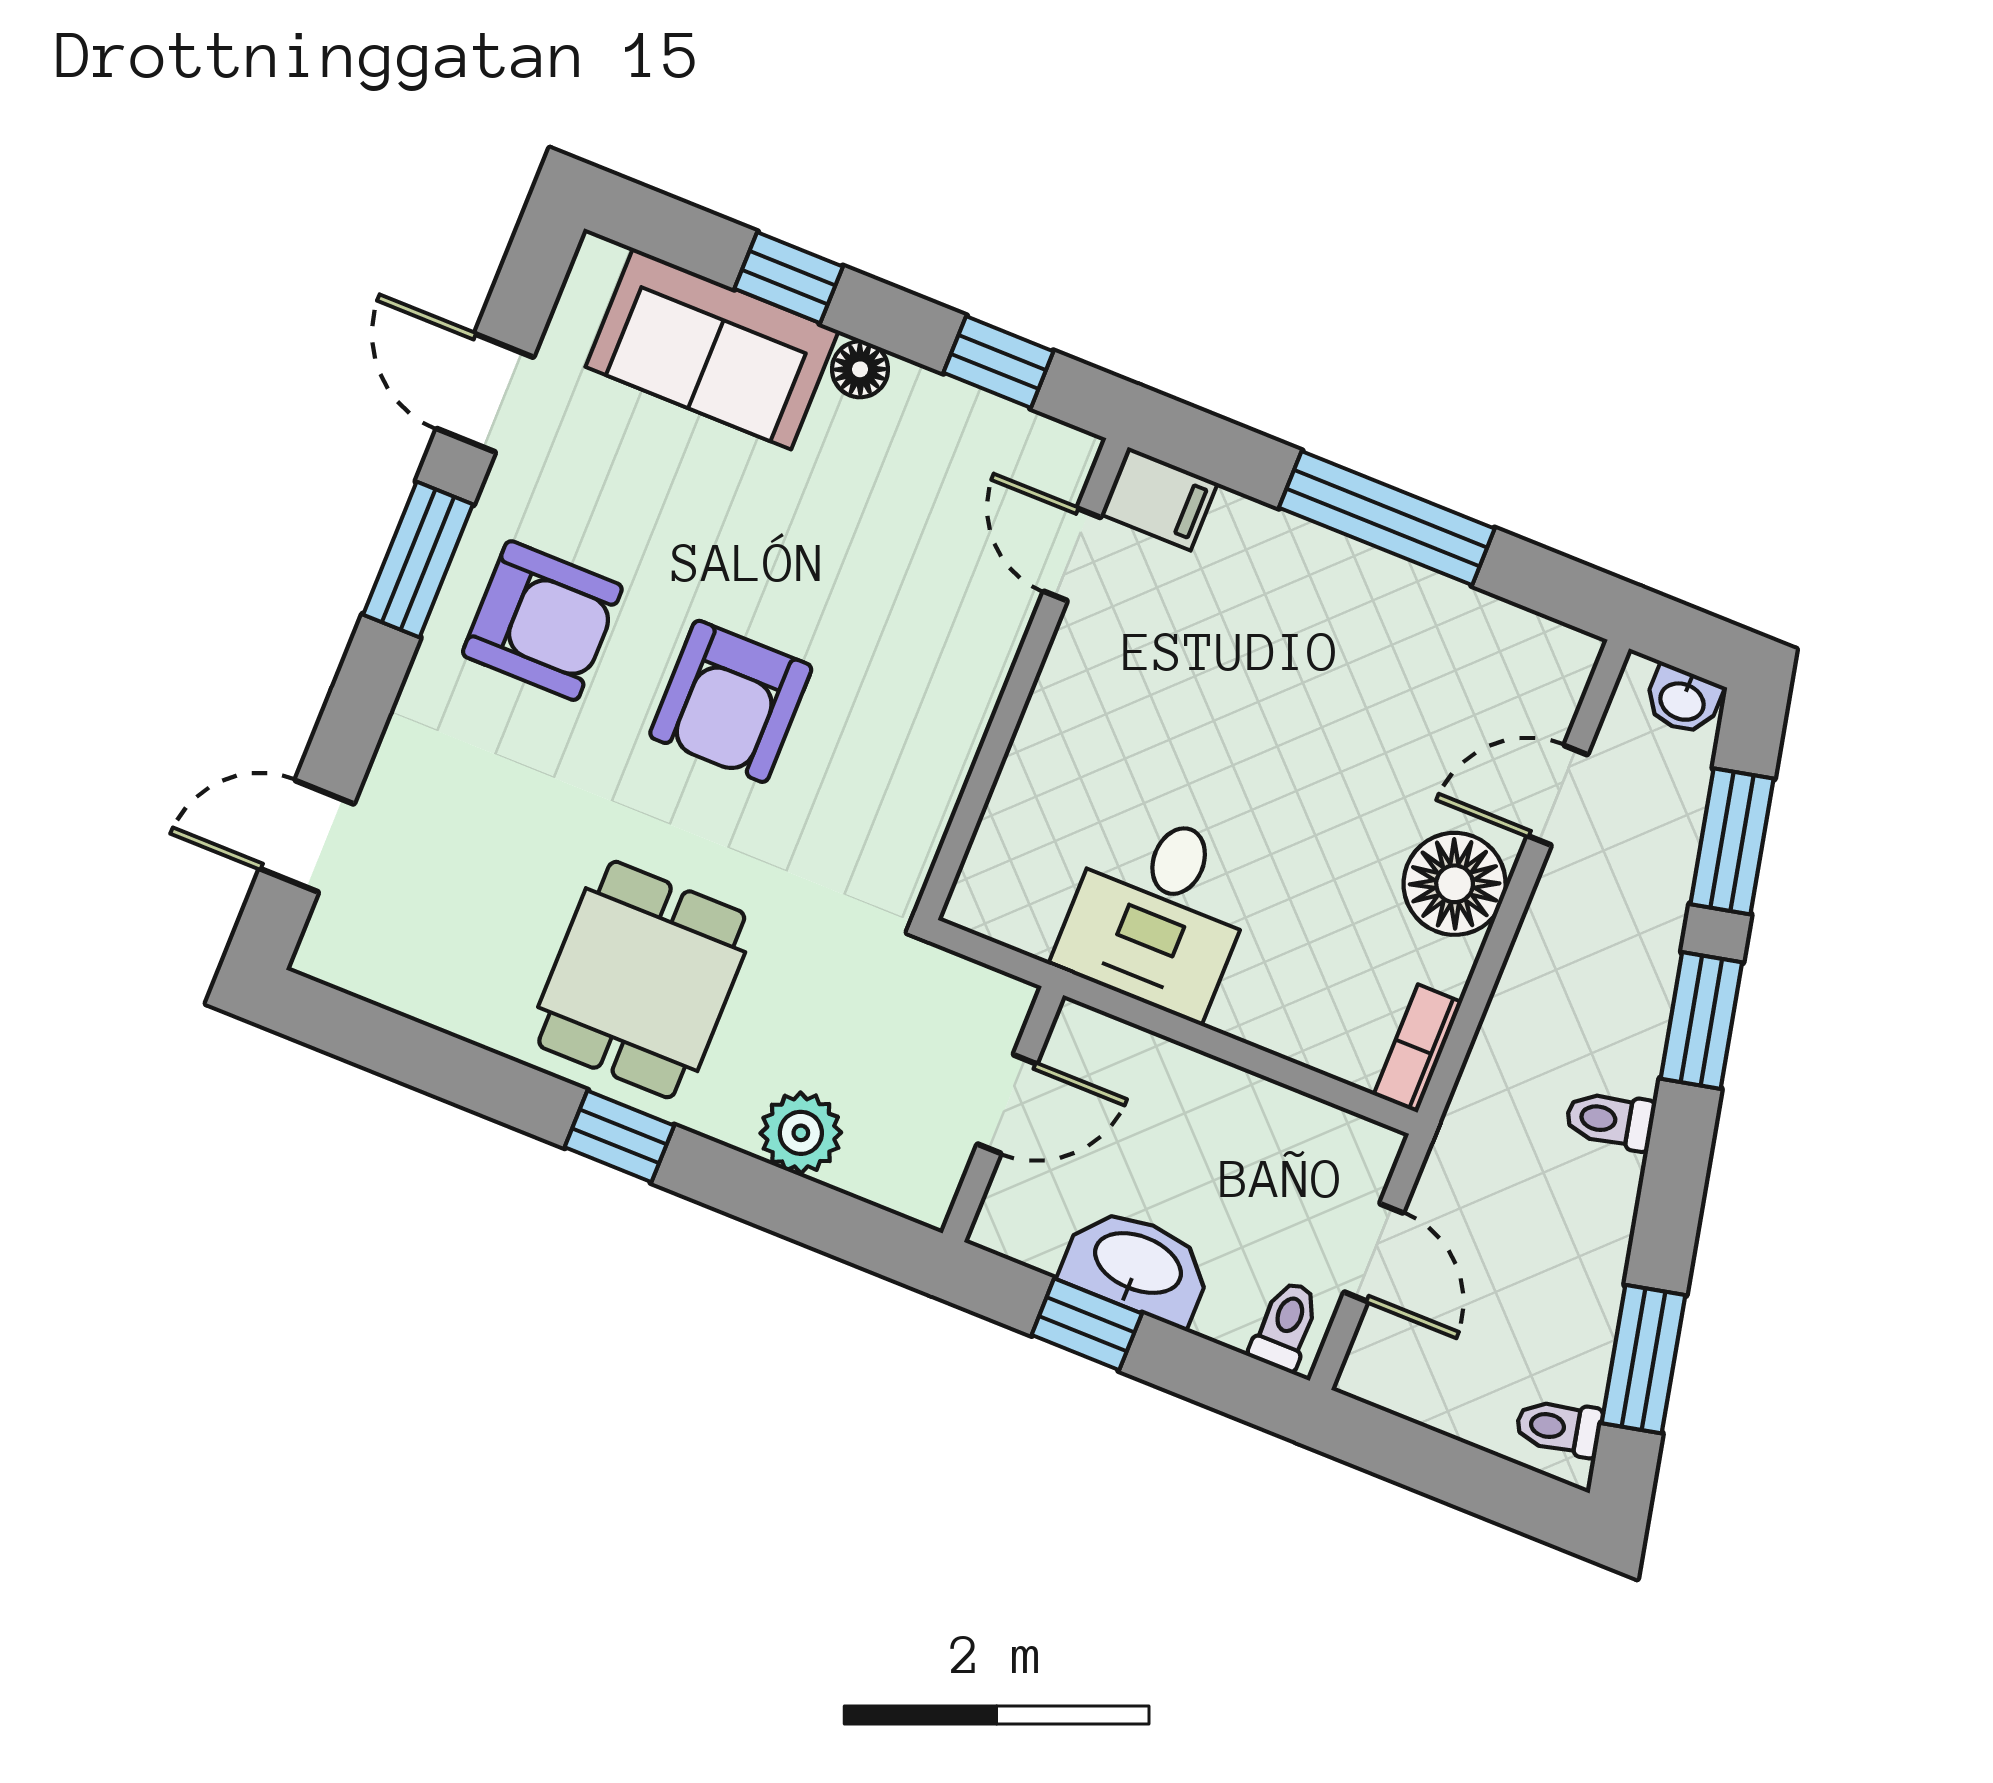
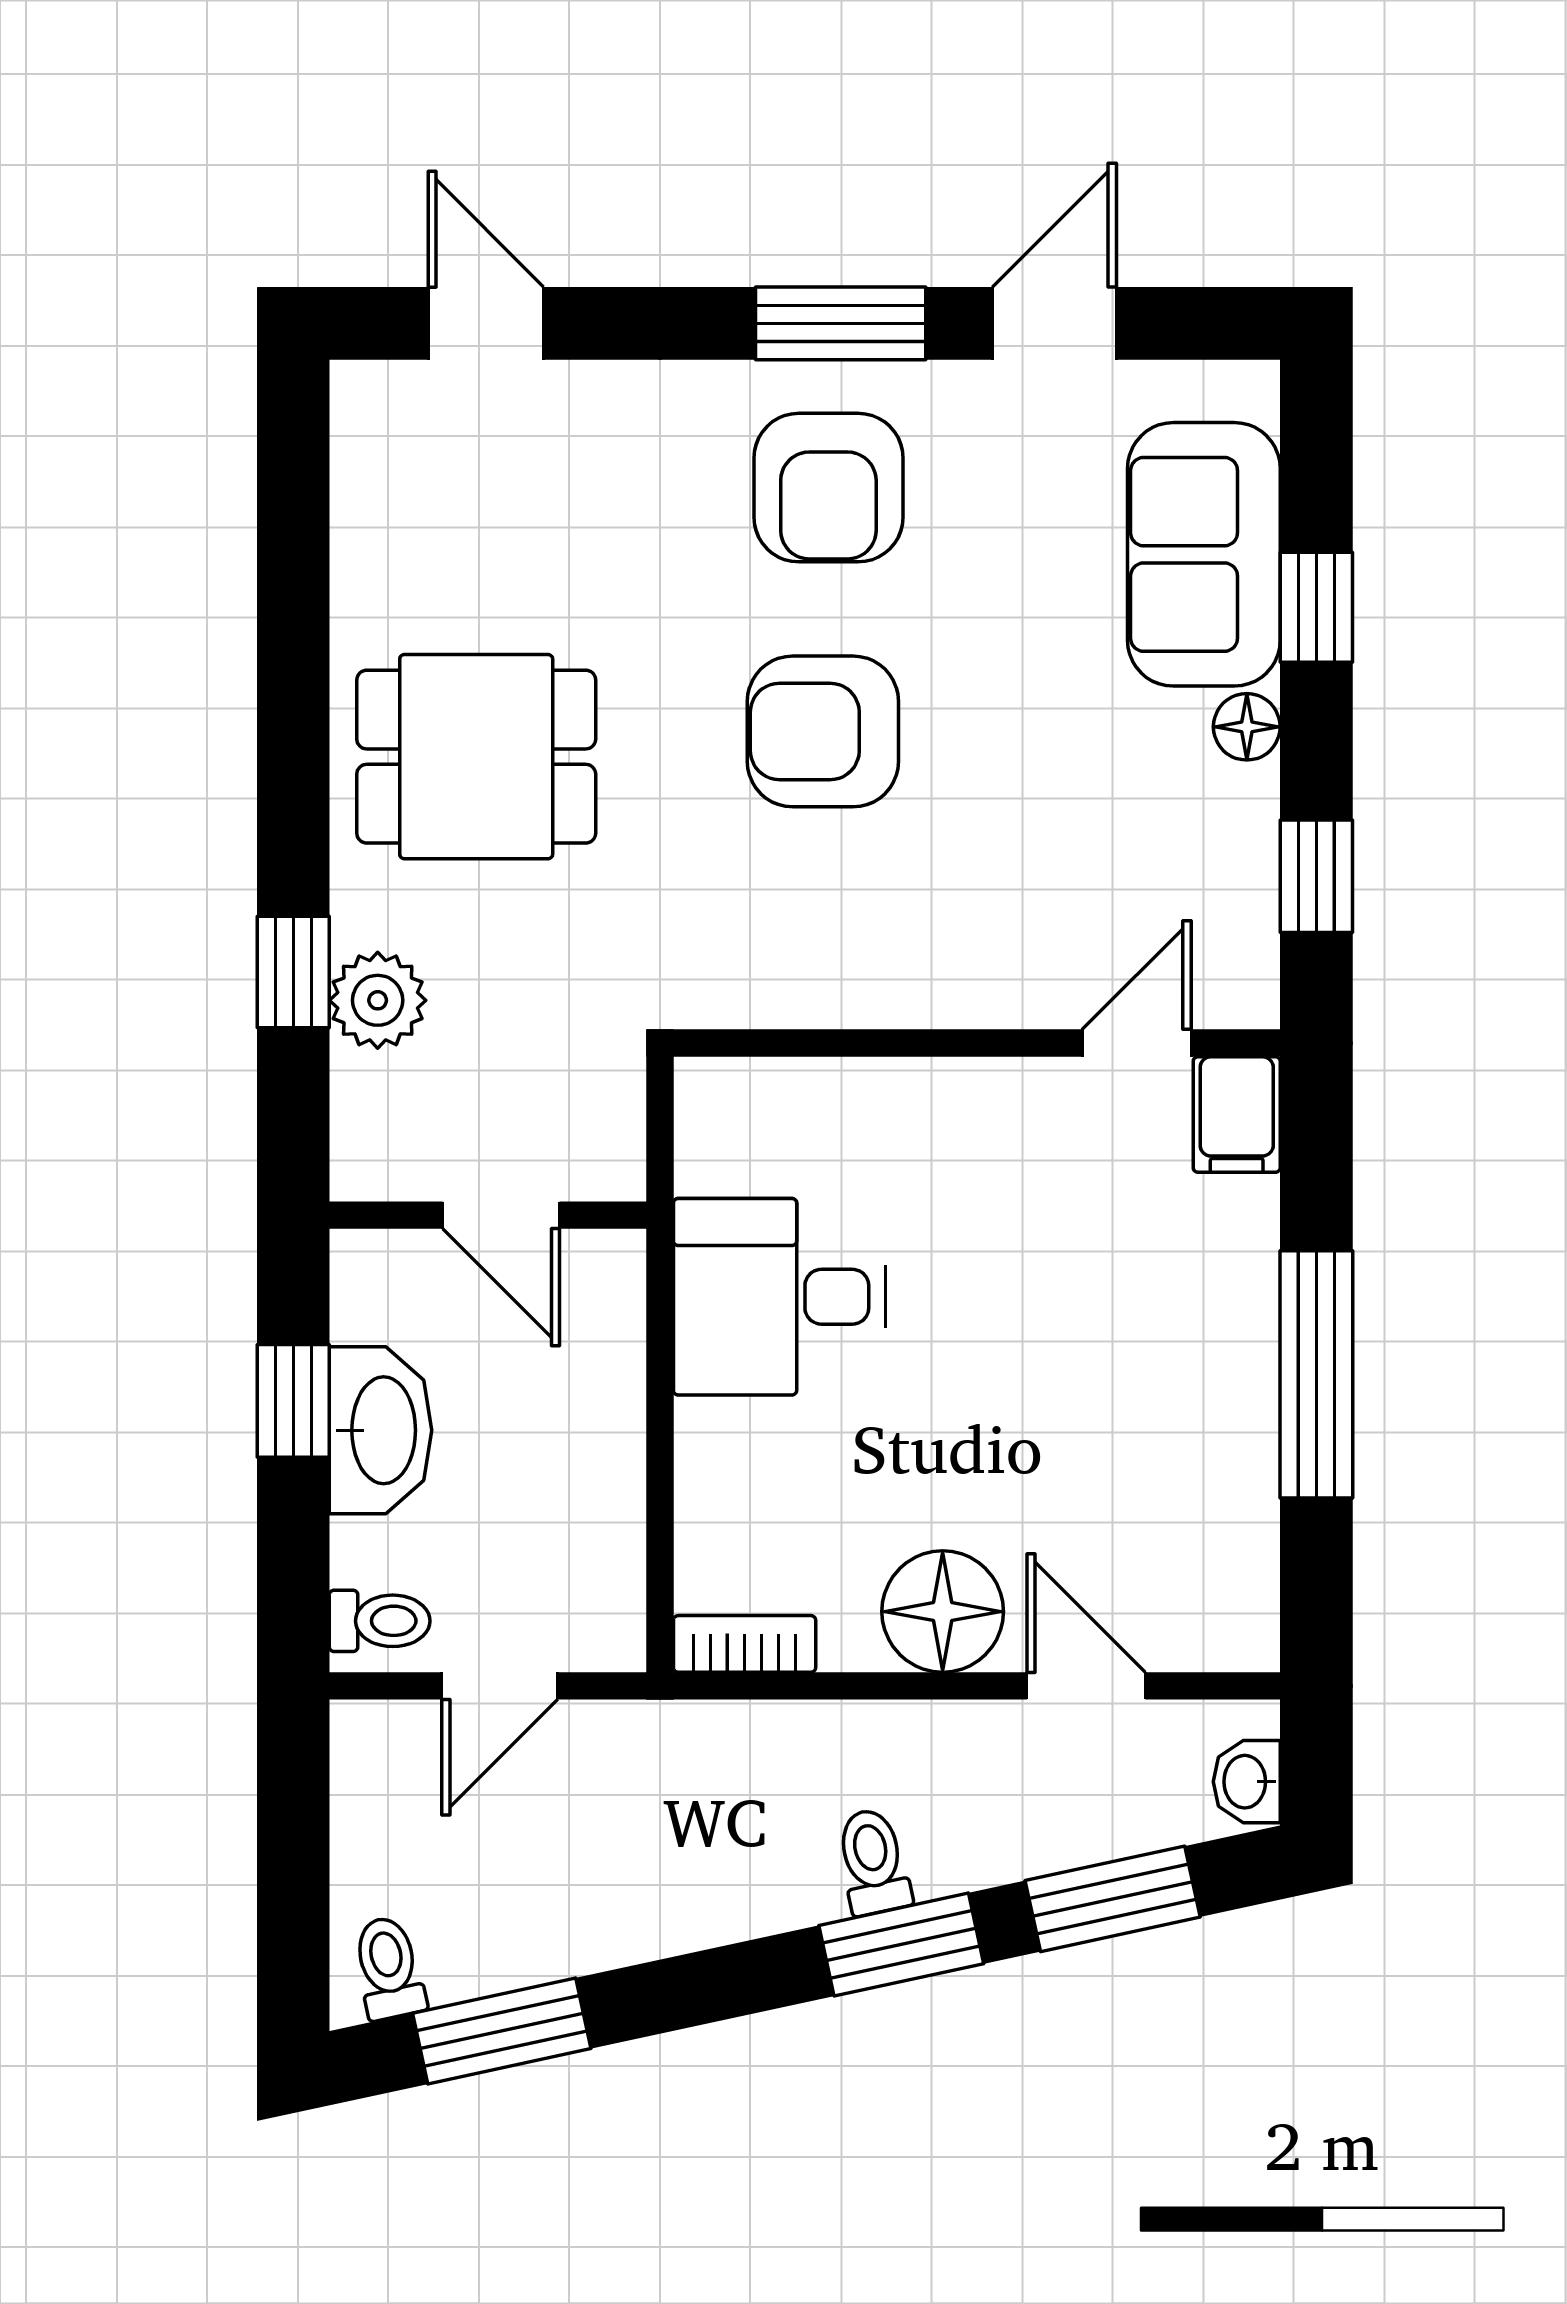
toilet: (1610, 1120) -> (873, 1862), moved
window: (619, 1136) -> (293, 972), moved

